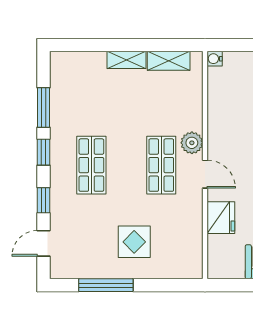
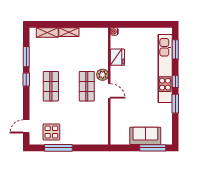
shelving: (169, 61) -> (47, 33), moved
window: (43, 200) -> (26, 104), removed
fridge: (221, 218) -> (117, 57), moved
display table: (134, 242) -> (51, 132), moved

